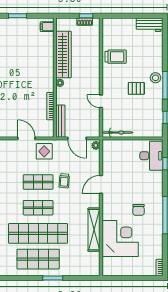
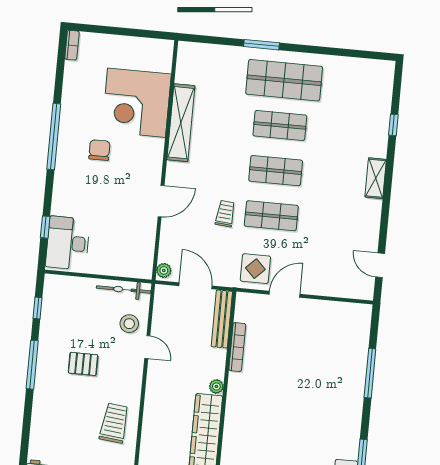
trolley: (116, 57) -> (114, 423), turned 96
stool: (156, 78) -> (129, 324), moved
door: (26, 138) -> (285, 294), swing flipped
shop shelf: (38, 233) -> (280, 125), width x0.50, depth x0.74

